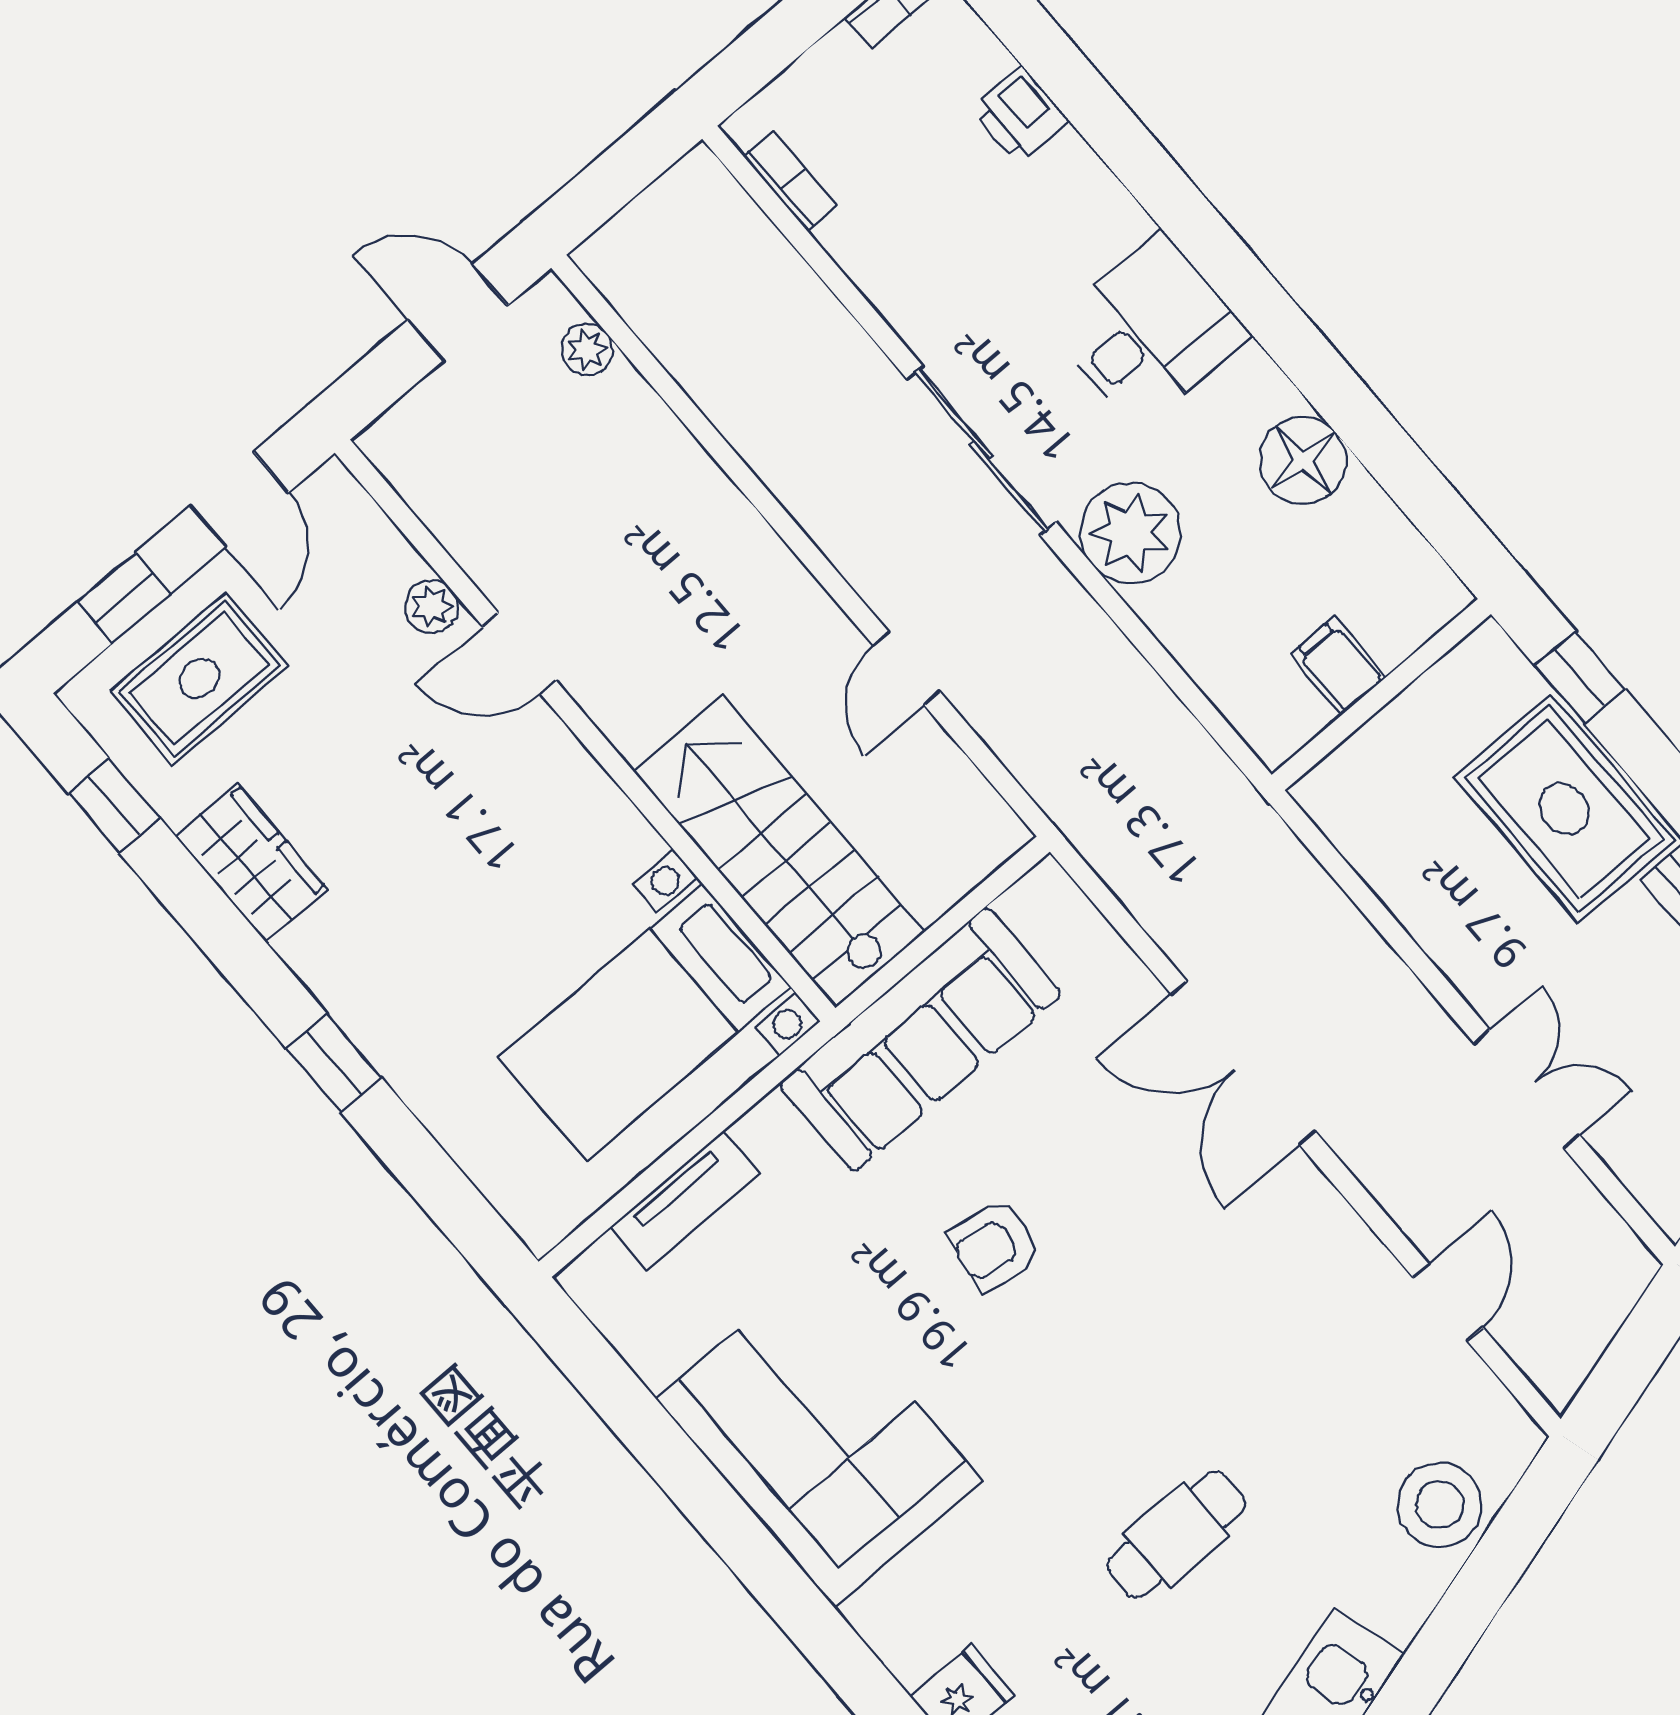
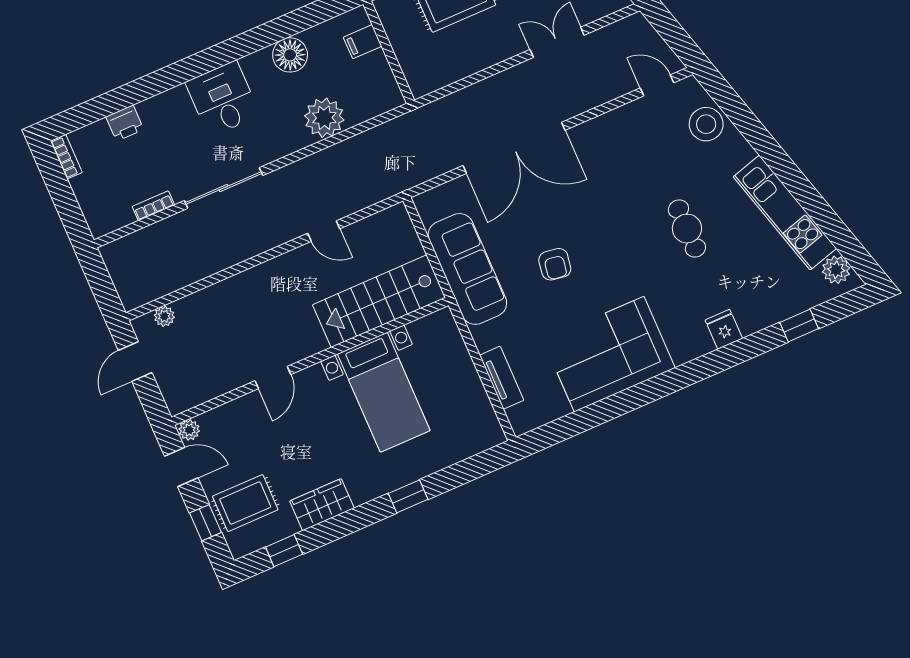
bookcase: (790, 181) -> (153, 206), moved
sliding door: (982, 451) -> (224, 188), moved
plant: (1131, 533) -> (324, 118), moved
plant: (432, 606) -> (189, 430), moved
filing cabinet: (1338, 666) -> (363, 42), moved
rug: (200, 679) -> (245, 503), turned 90
bed with nightstands: (645, 1022) -> (384, 392), moved
double door: (1243, 1063) -> (514, 148), width x1.36
door: (1448, 1302) -> (657, 85), moved

